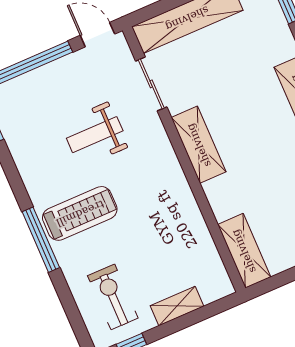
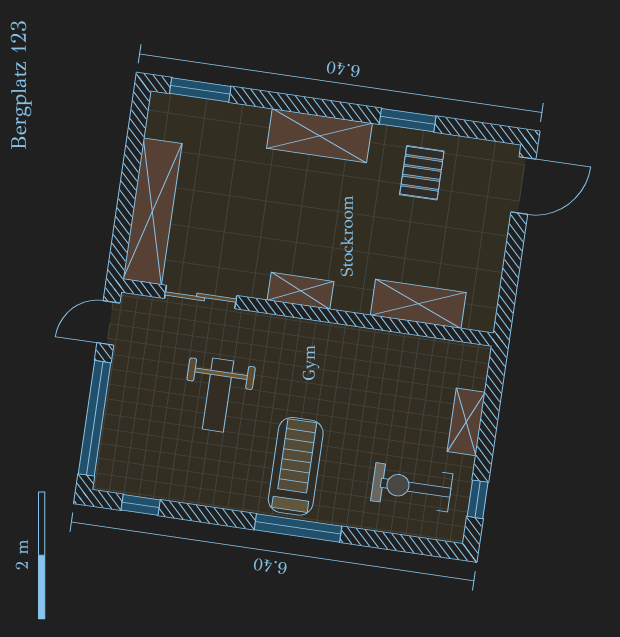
shelving: (199, 145) -> (301, 291), width x0.67, depth x0.75
shelving: (244, 251) -> (418, 304), moved

